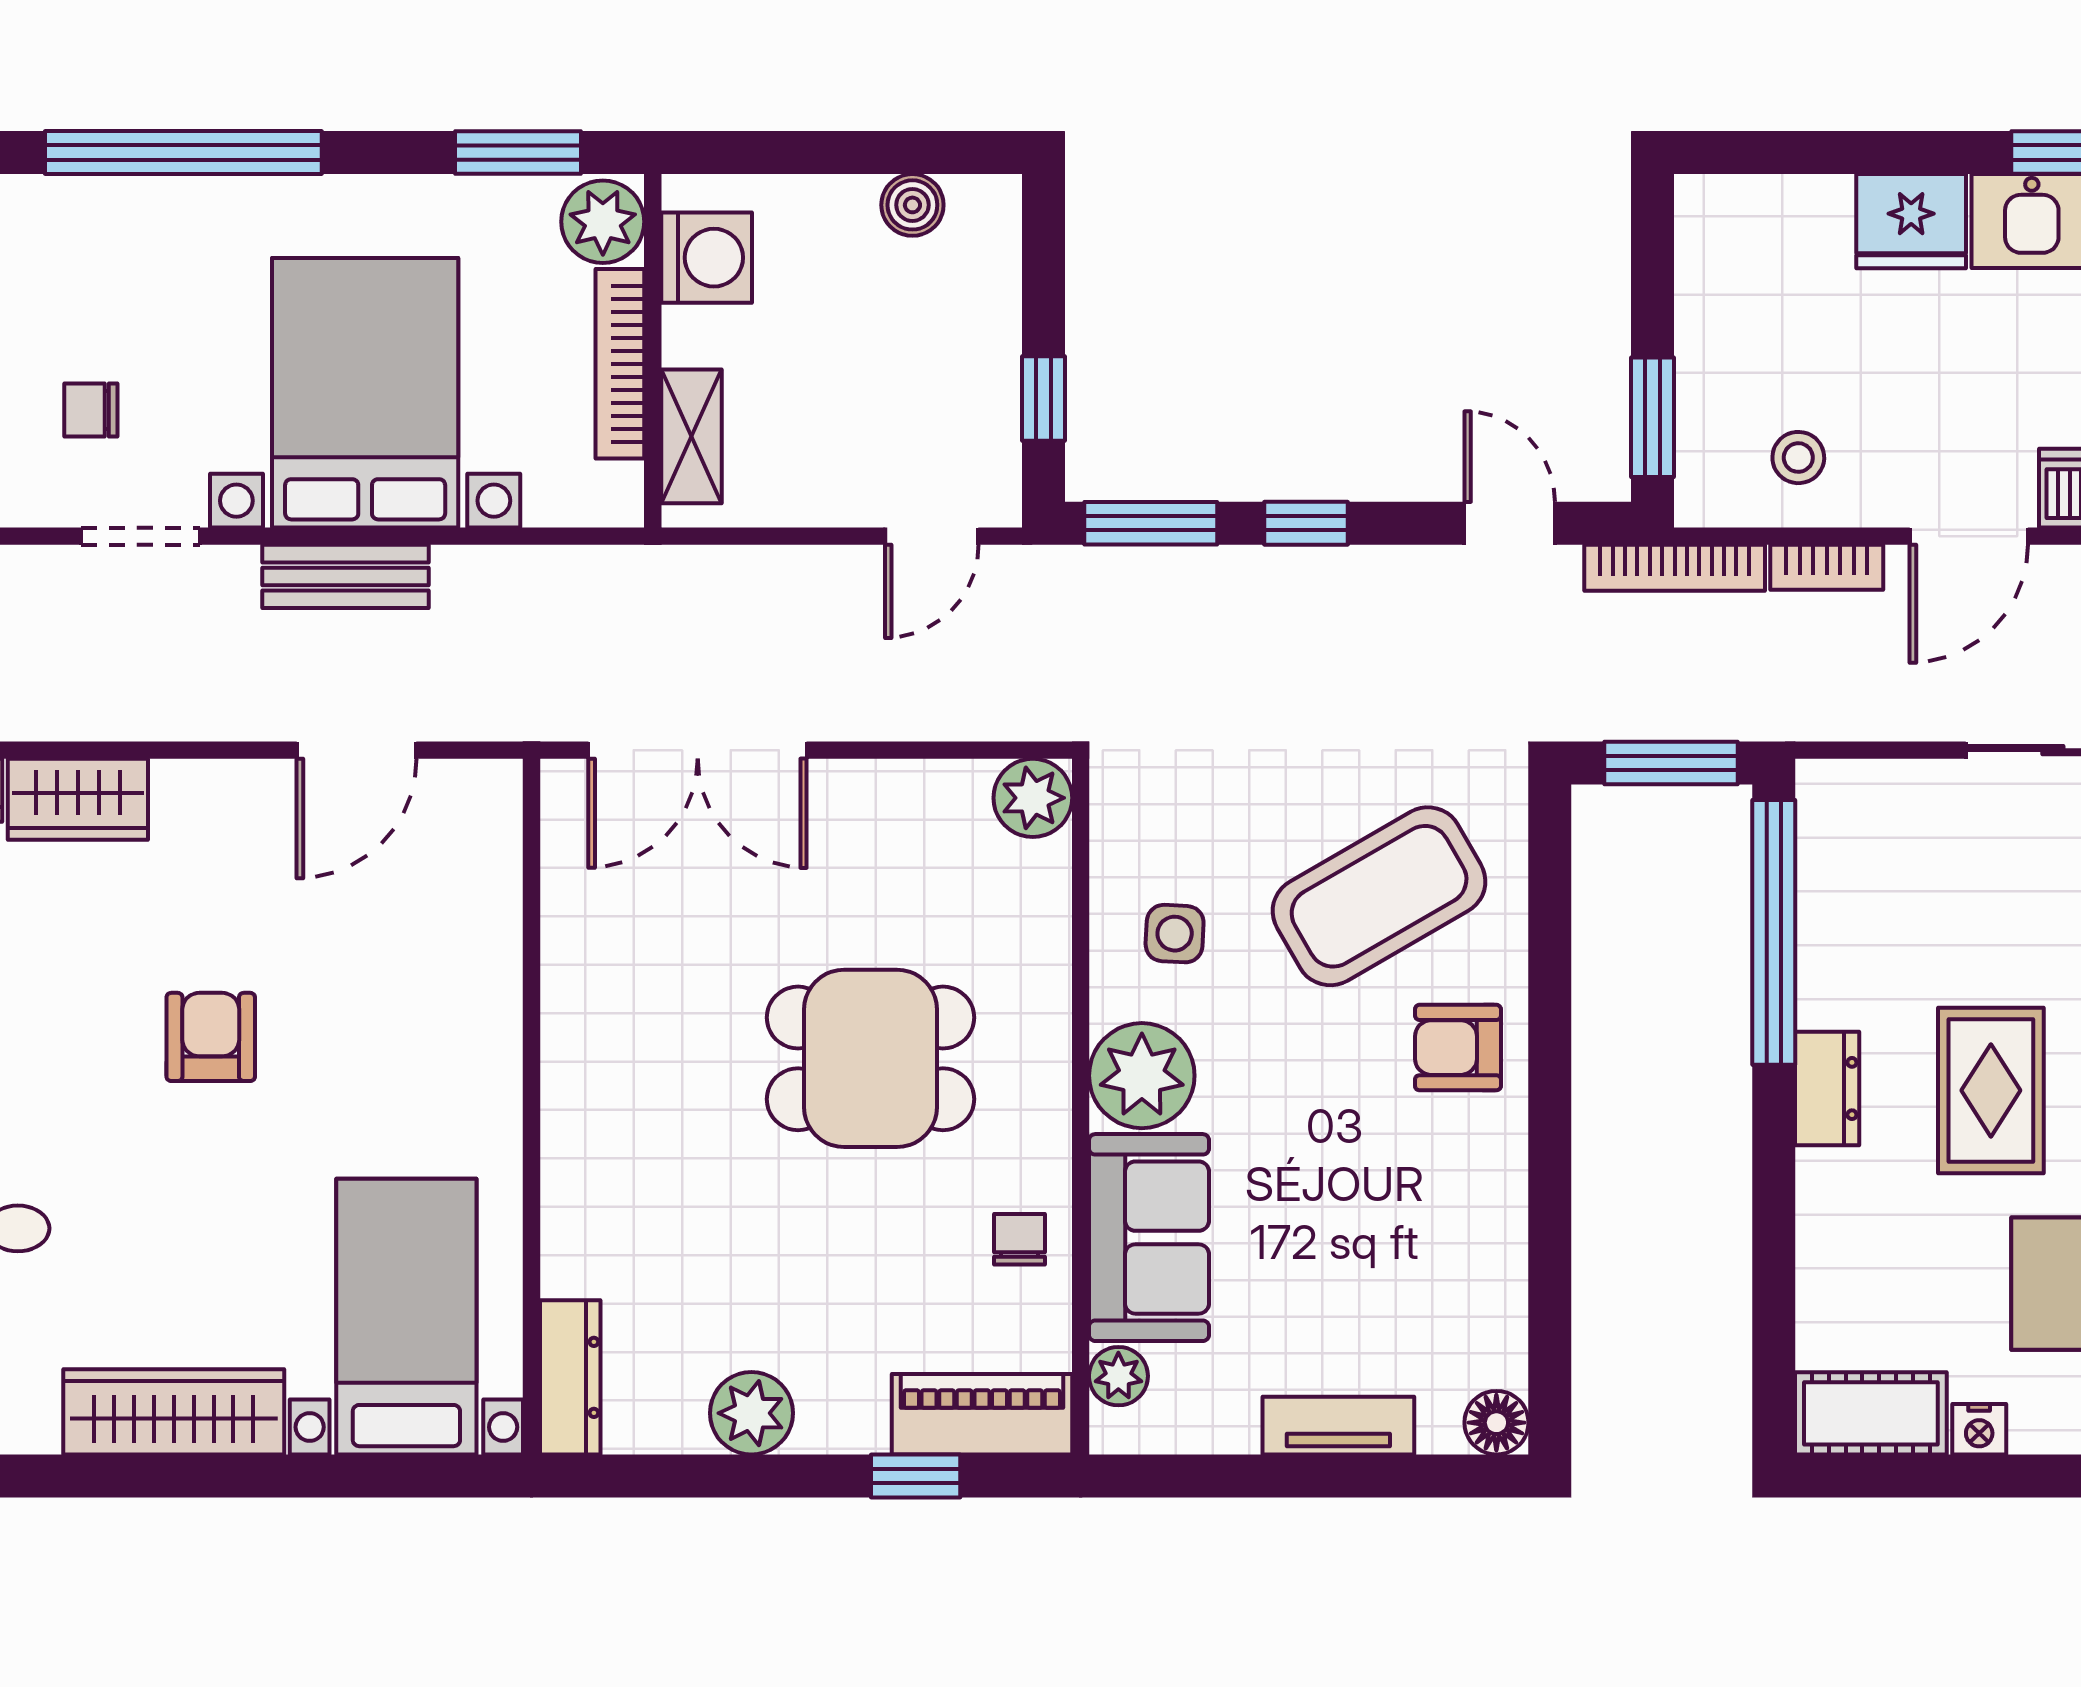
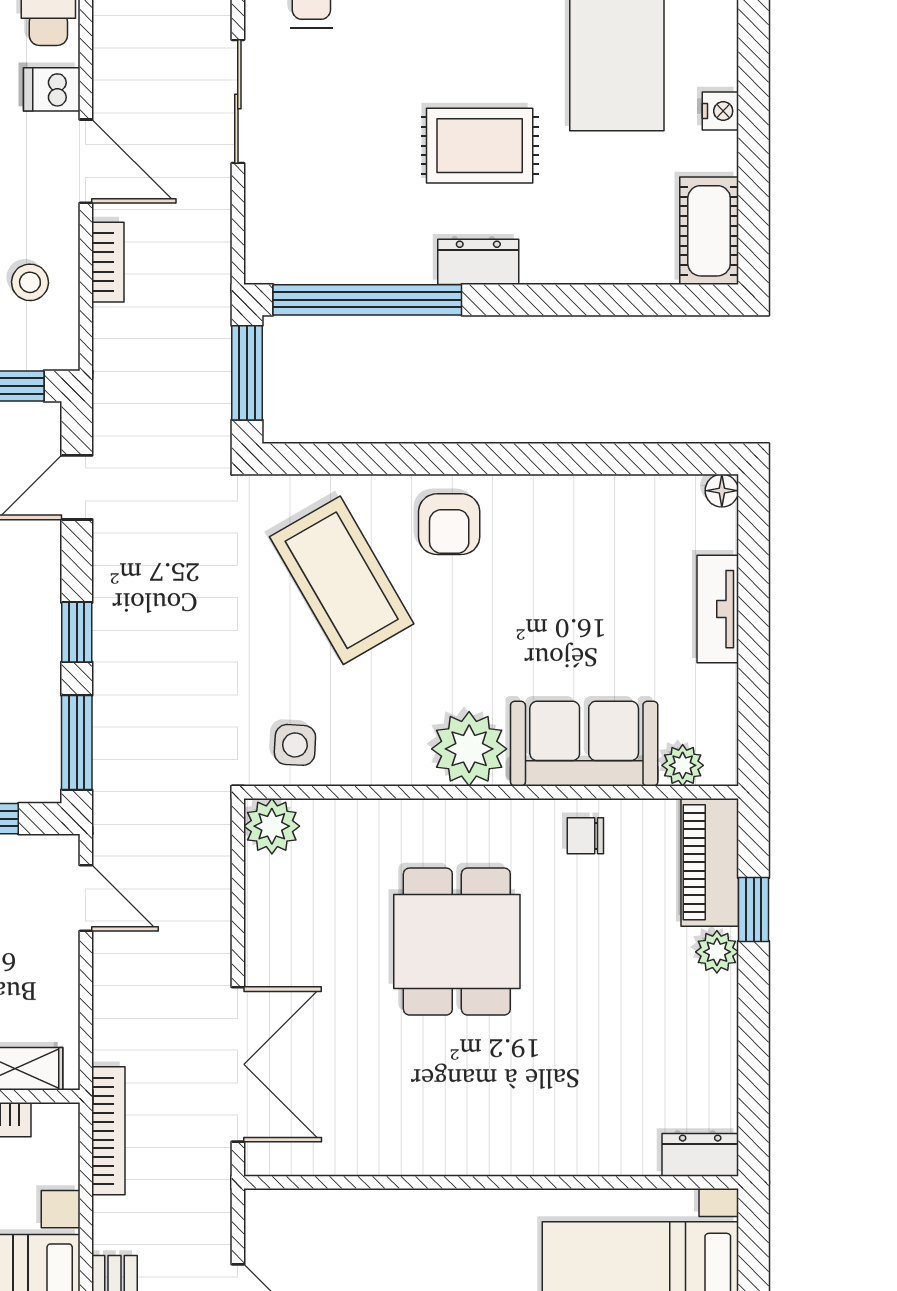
bookcase: (1675, 568) -> (108, 1131), moved
side table: (1175, 934) -> (295, 745), moved
dresser: (570, 1377) -> (700, 1155), width x0.70
plant: (751, 1413) -> (717, 952), moved, width x0.73, depth x0.73
floor lamp: (1496, 1423) -> (722, 491), width x0.73, depth x0.73
nightstand: (1979, 1429) -> (720, 111), moved

